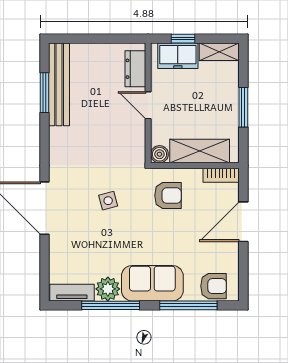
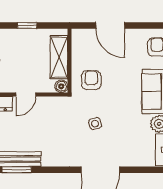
window: (243, 107) -> (27, 25), width x0.67
bookcase: (221, 175) -> (77, 42), removed

